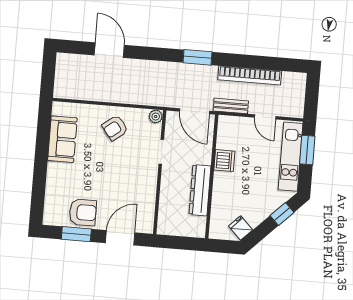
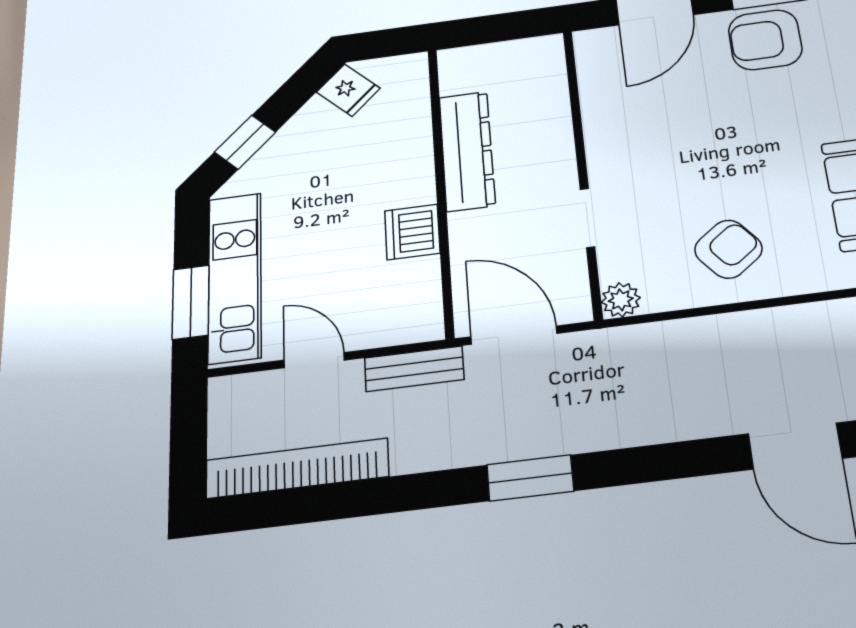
bookcase: (250, 75) -> (297, 468), moved

